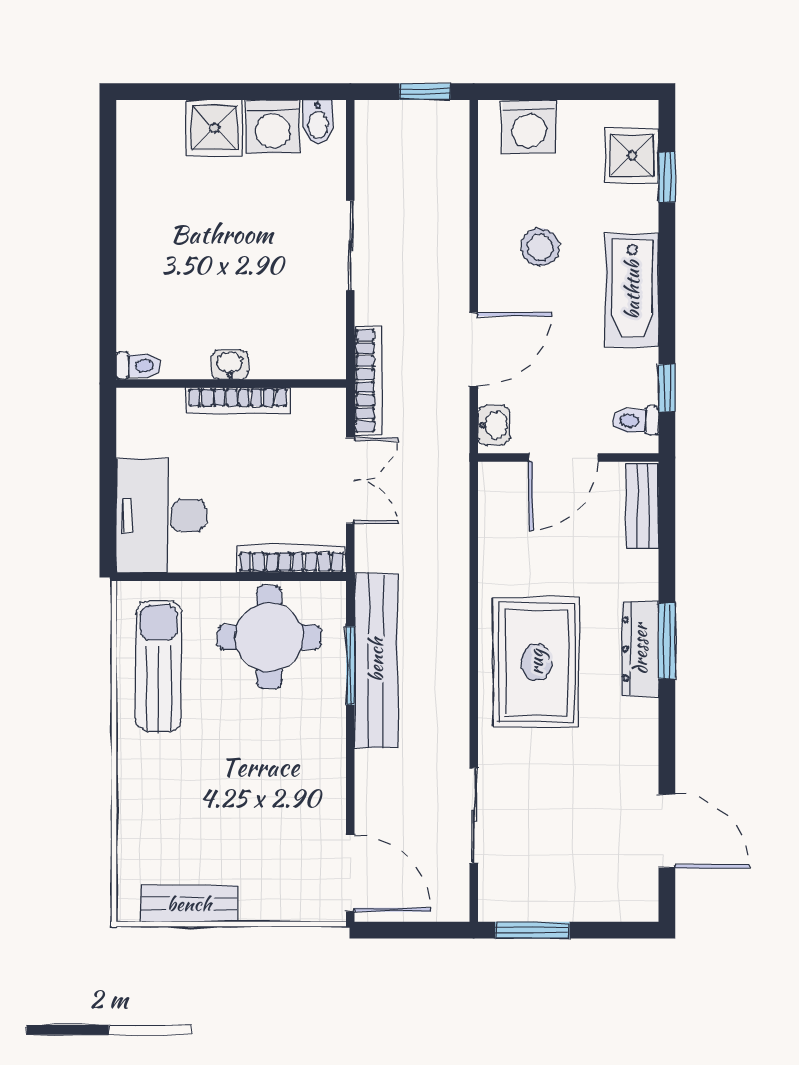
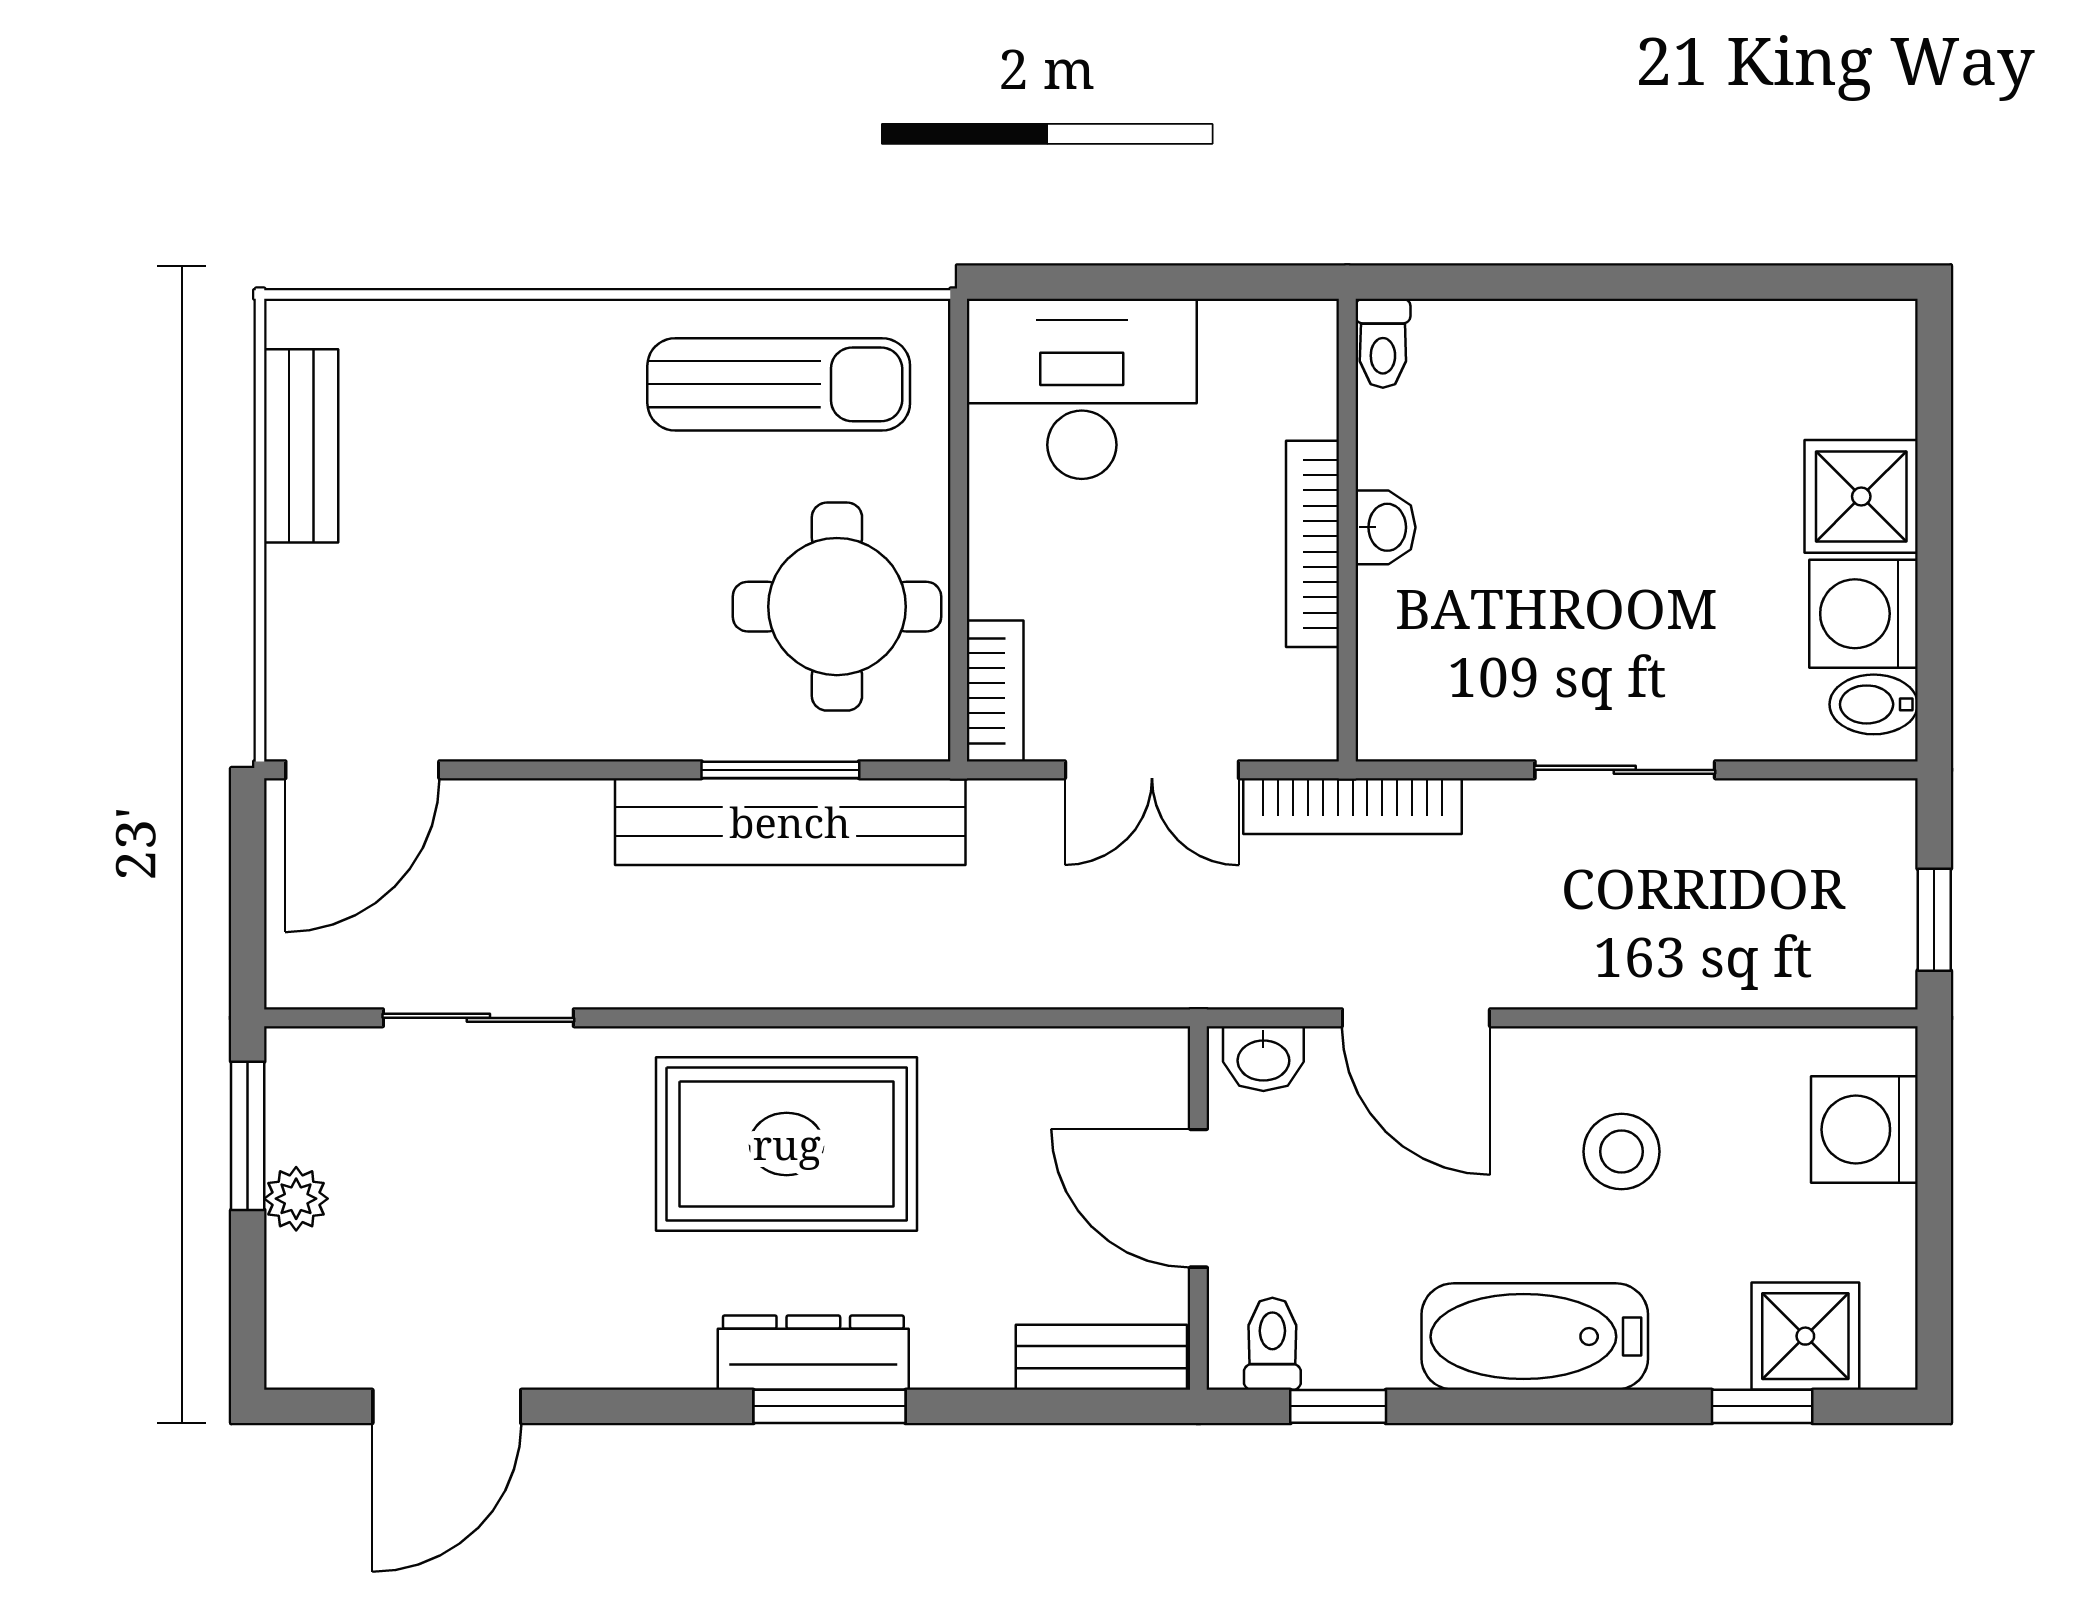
bookcase: (291, 559) -> (995, 691), width x0.64
plant: (564, 906) -> (296, 1199), added

